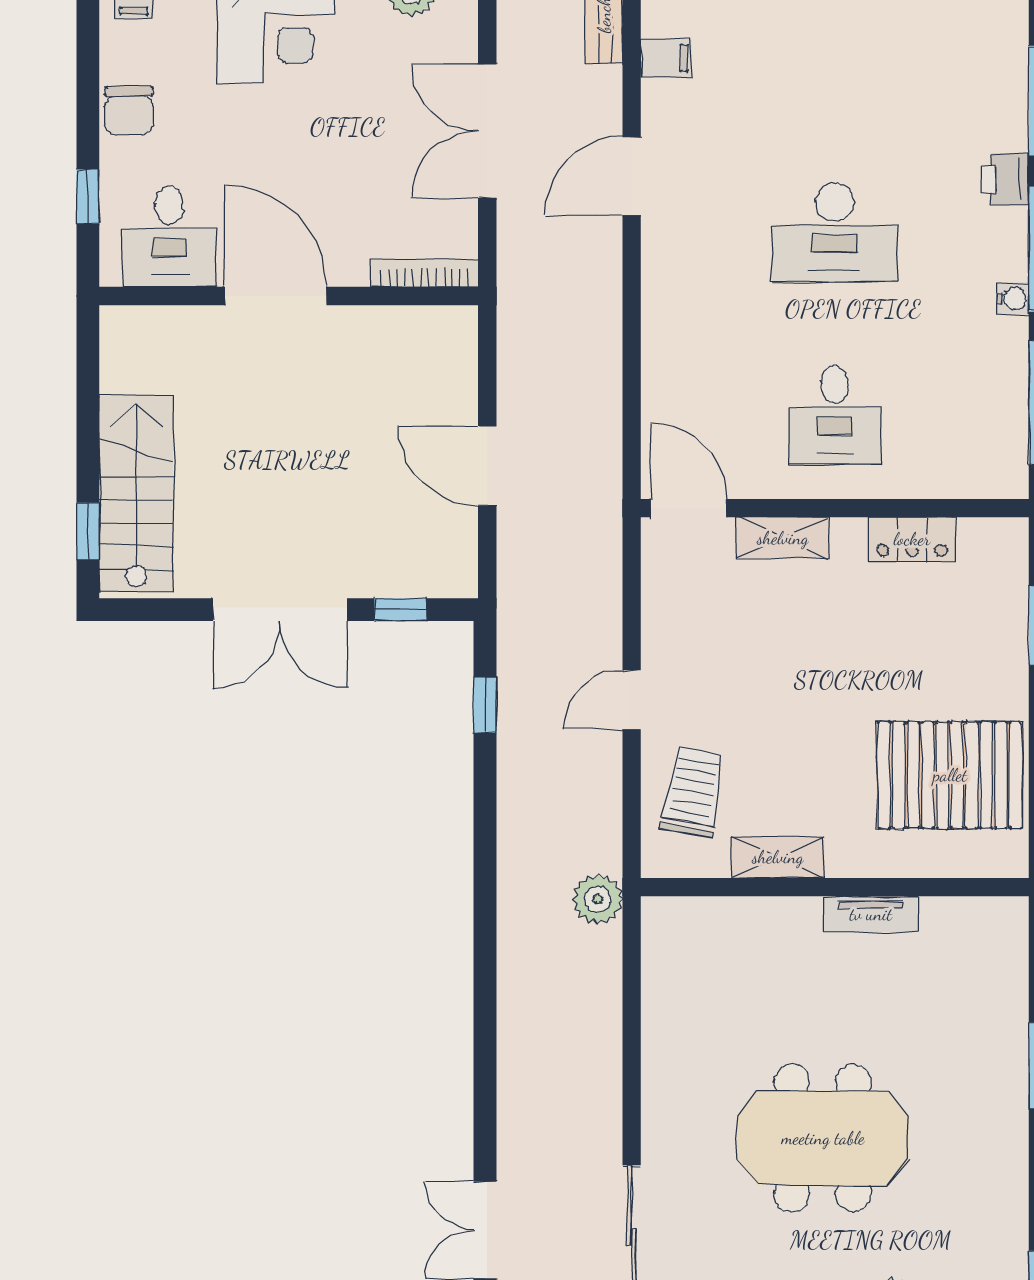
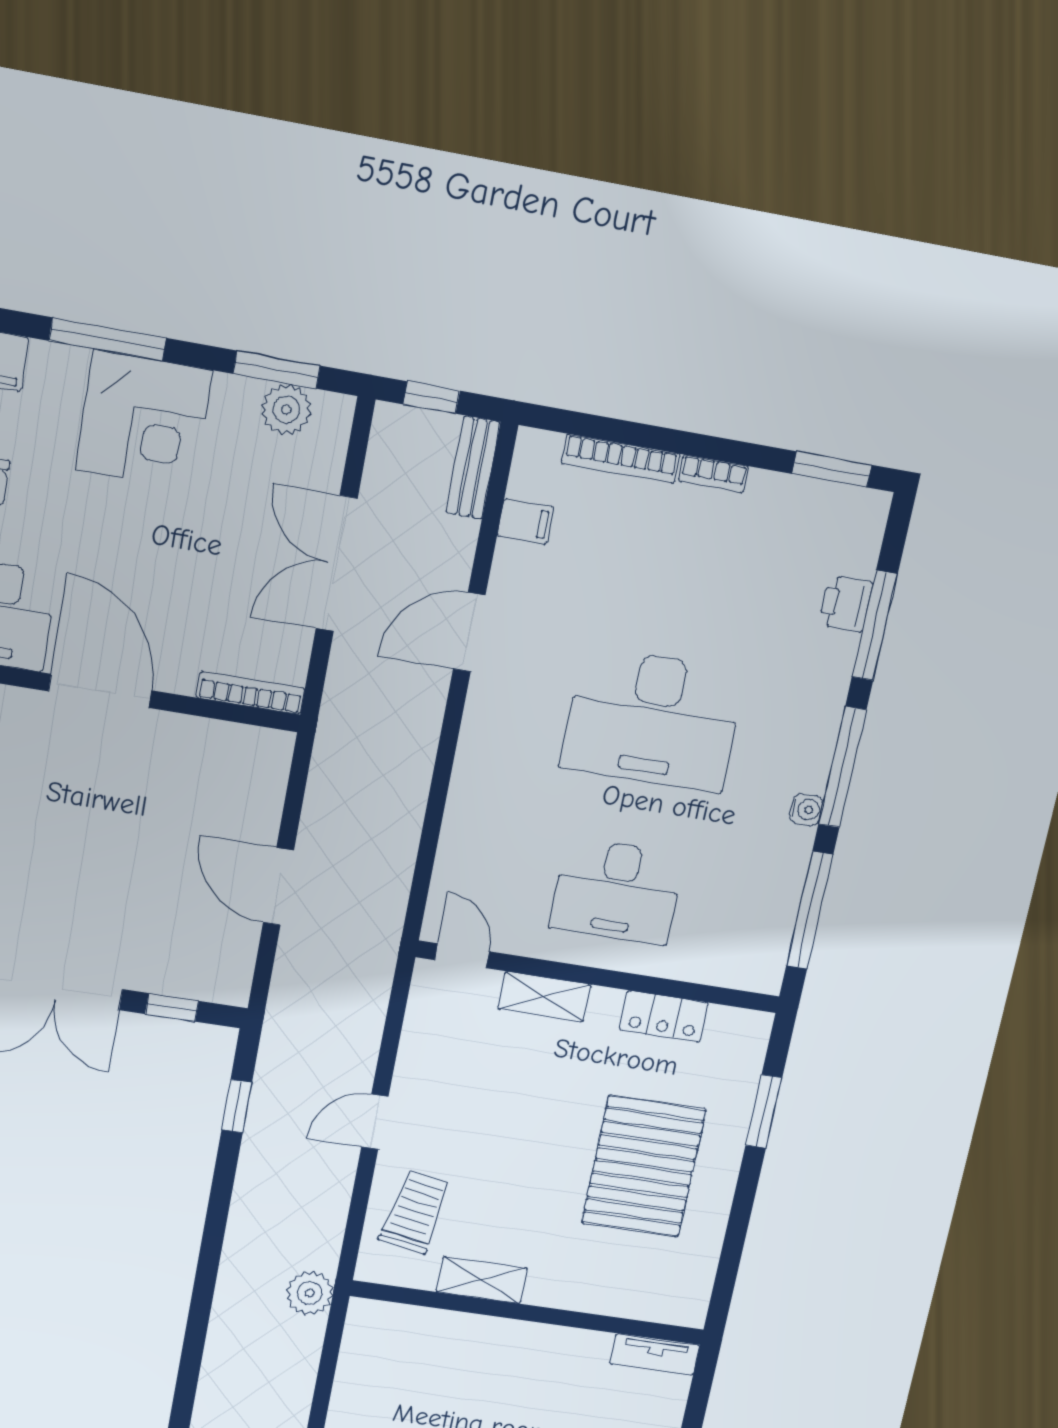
printer: (1005, 179) -> (846, 604), moved
desk: (835, 233) -> (653, 720), width x1.36, depth x1.30
desk: (835, 415) -> (617, 891), width x1.37
door: (688, 508) -> (462, 956), width x0.73
pallet: (950, 775) -> (644, 1166), moved, turned 90
tv unit: (871, 914) -> (655, 1354), moved

